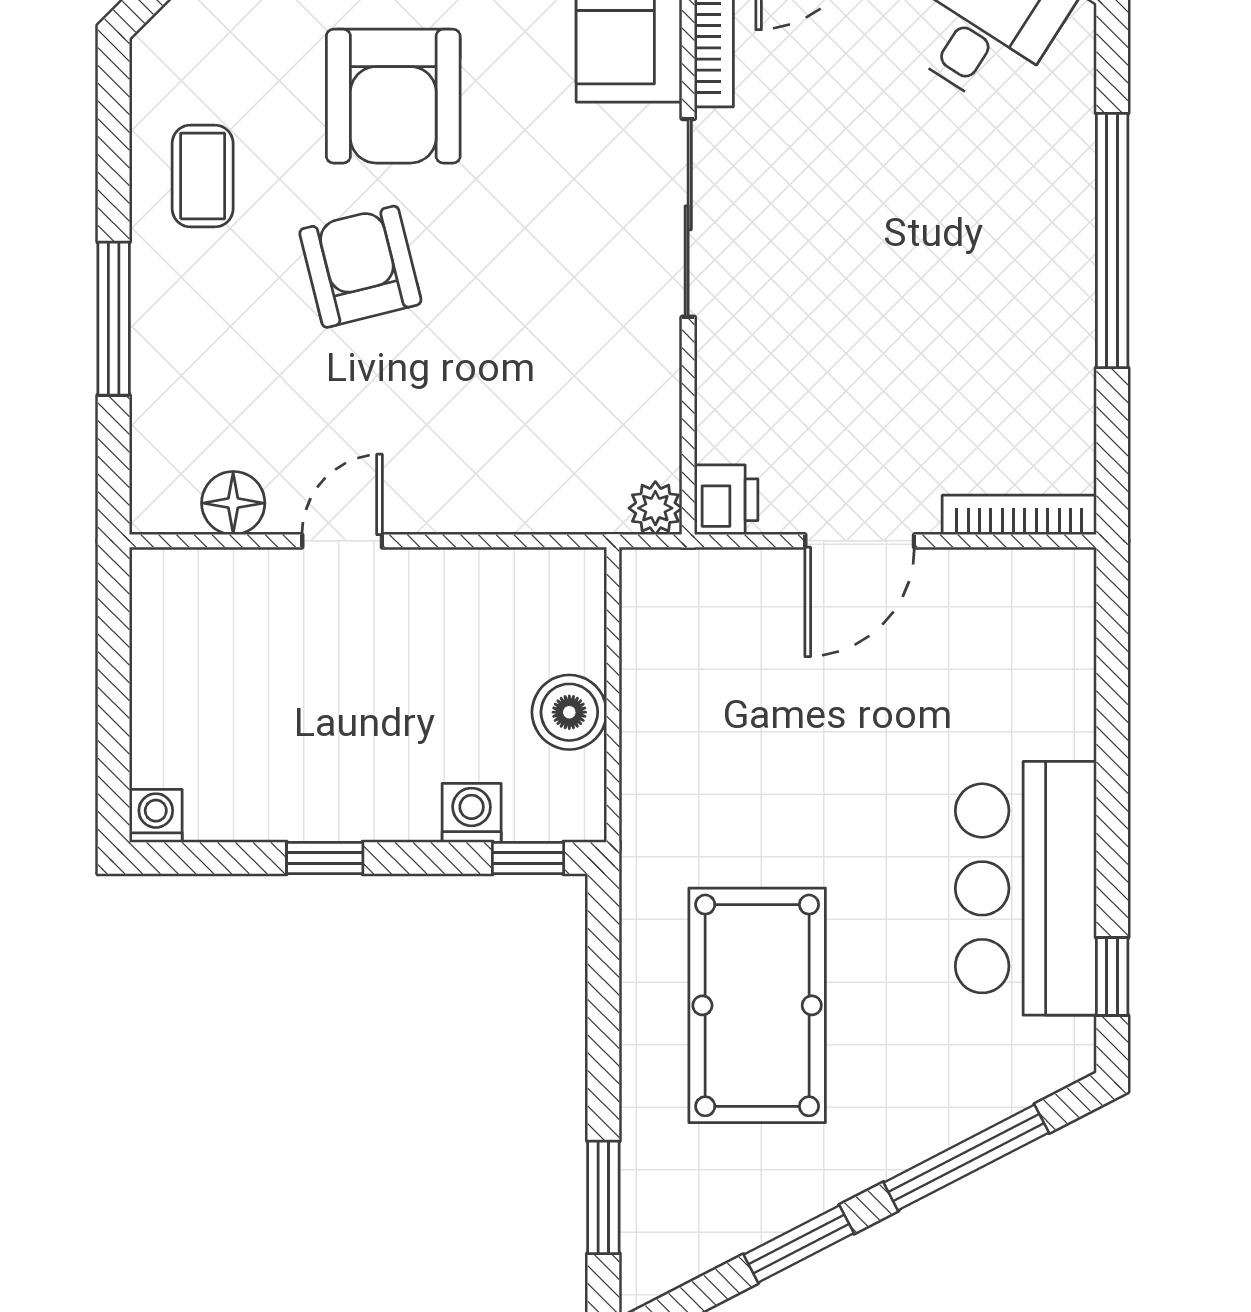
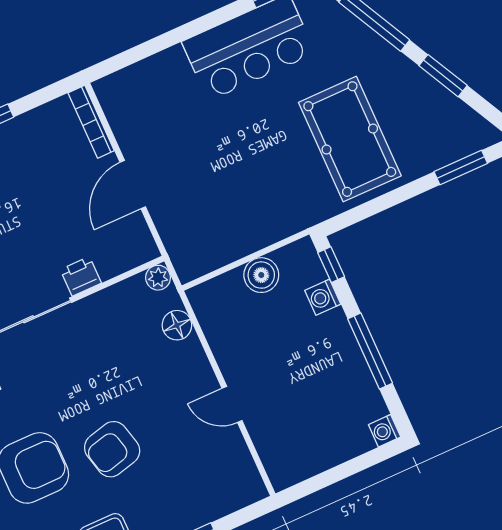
printer: (726, 500) -> (81, 276), moved
floor lamp: (233, 503) -> (177, 325), moved
door: (860, 541) -> (133, 185), swing flipped
window: (325, 858) -> (370, 351), width x2.17
pool table: (757, 1005) -> (350, 139), turned 90

